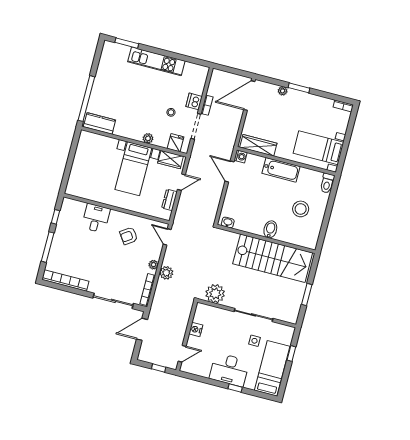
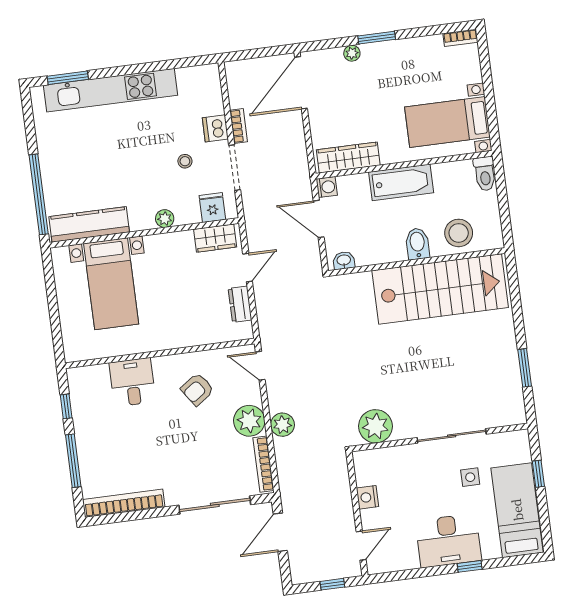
kitchen unit: (156, 61) -> (110, 90), width x1.36
kitchen counter: (99, 123) -> (89, 224), width x1.50
bed with nightstands: (133, 169) -> (111, 284), moved
washbasin: (228, 223) -> (344, 260), moved
bidet: (270, 229) -> (417, 244), moved
wall: (266, 239) -> (417, 262), moved
stairs: (273, 258) -> (440, 289), moved
plant: (153, 265) -> (249, 421), width x1.87, depth x1.87

